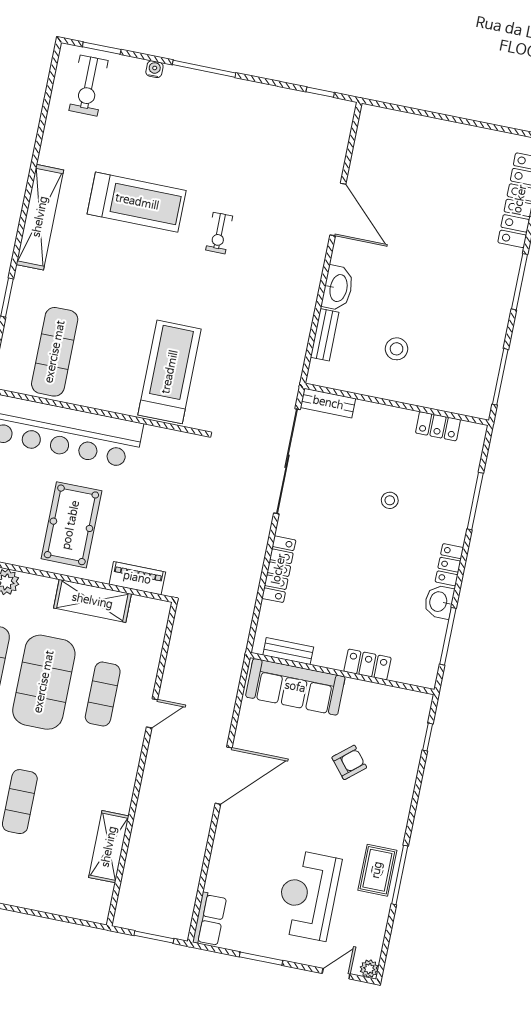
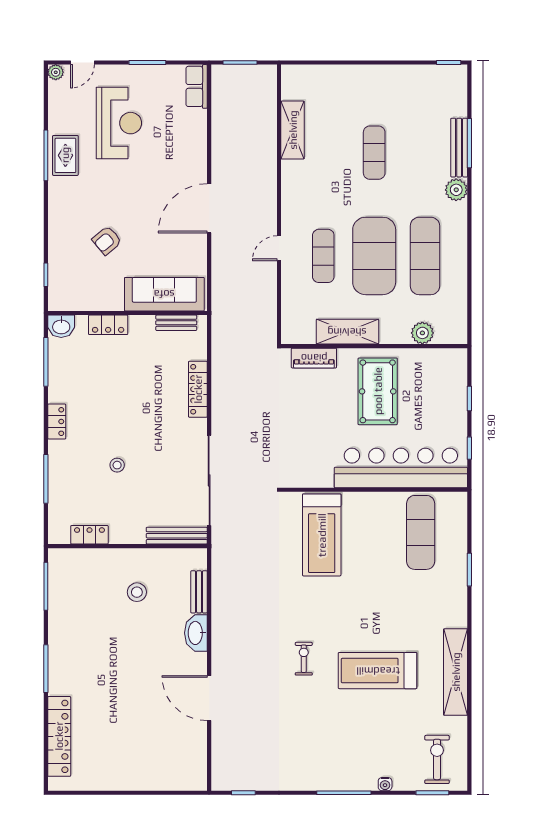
shelving: (40, 217) -> (456, 672), moved
bench: (328, 403) -> (177, 536), width x1.36
washbasin: (439, 602) -> (61, 326), moved, turned 90

